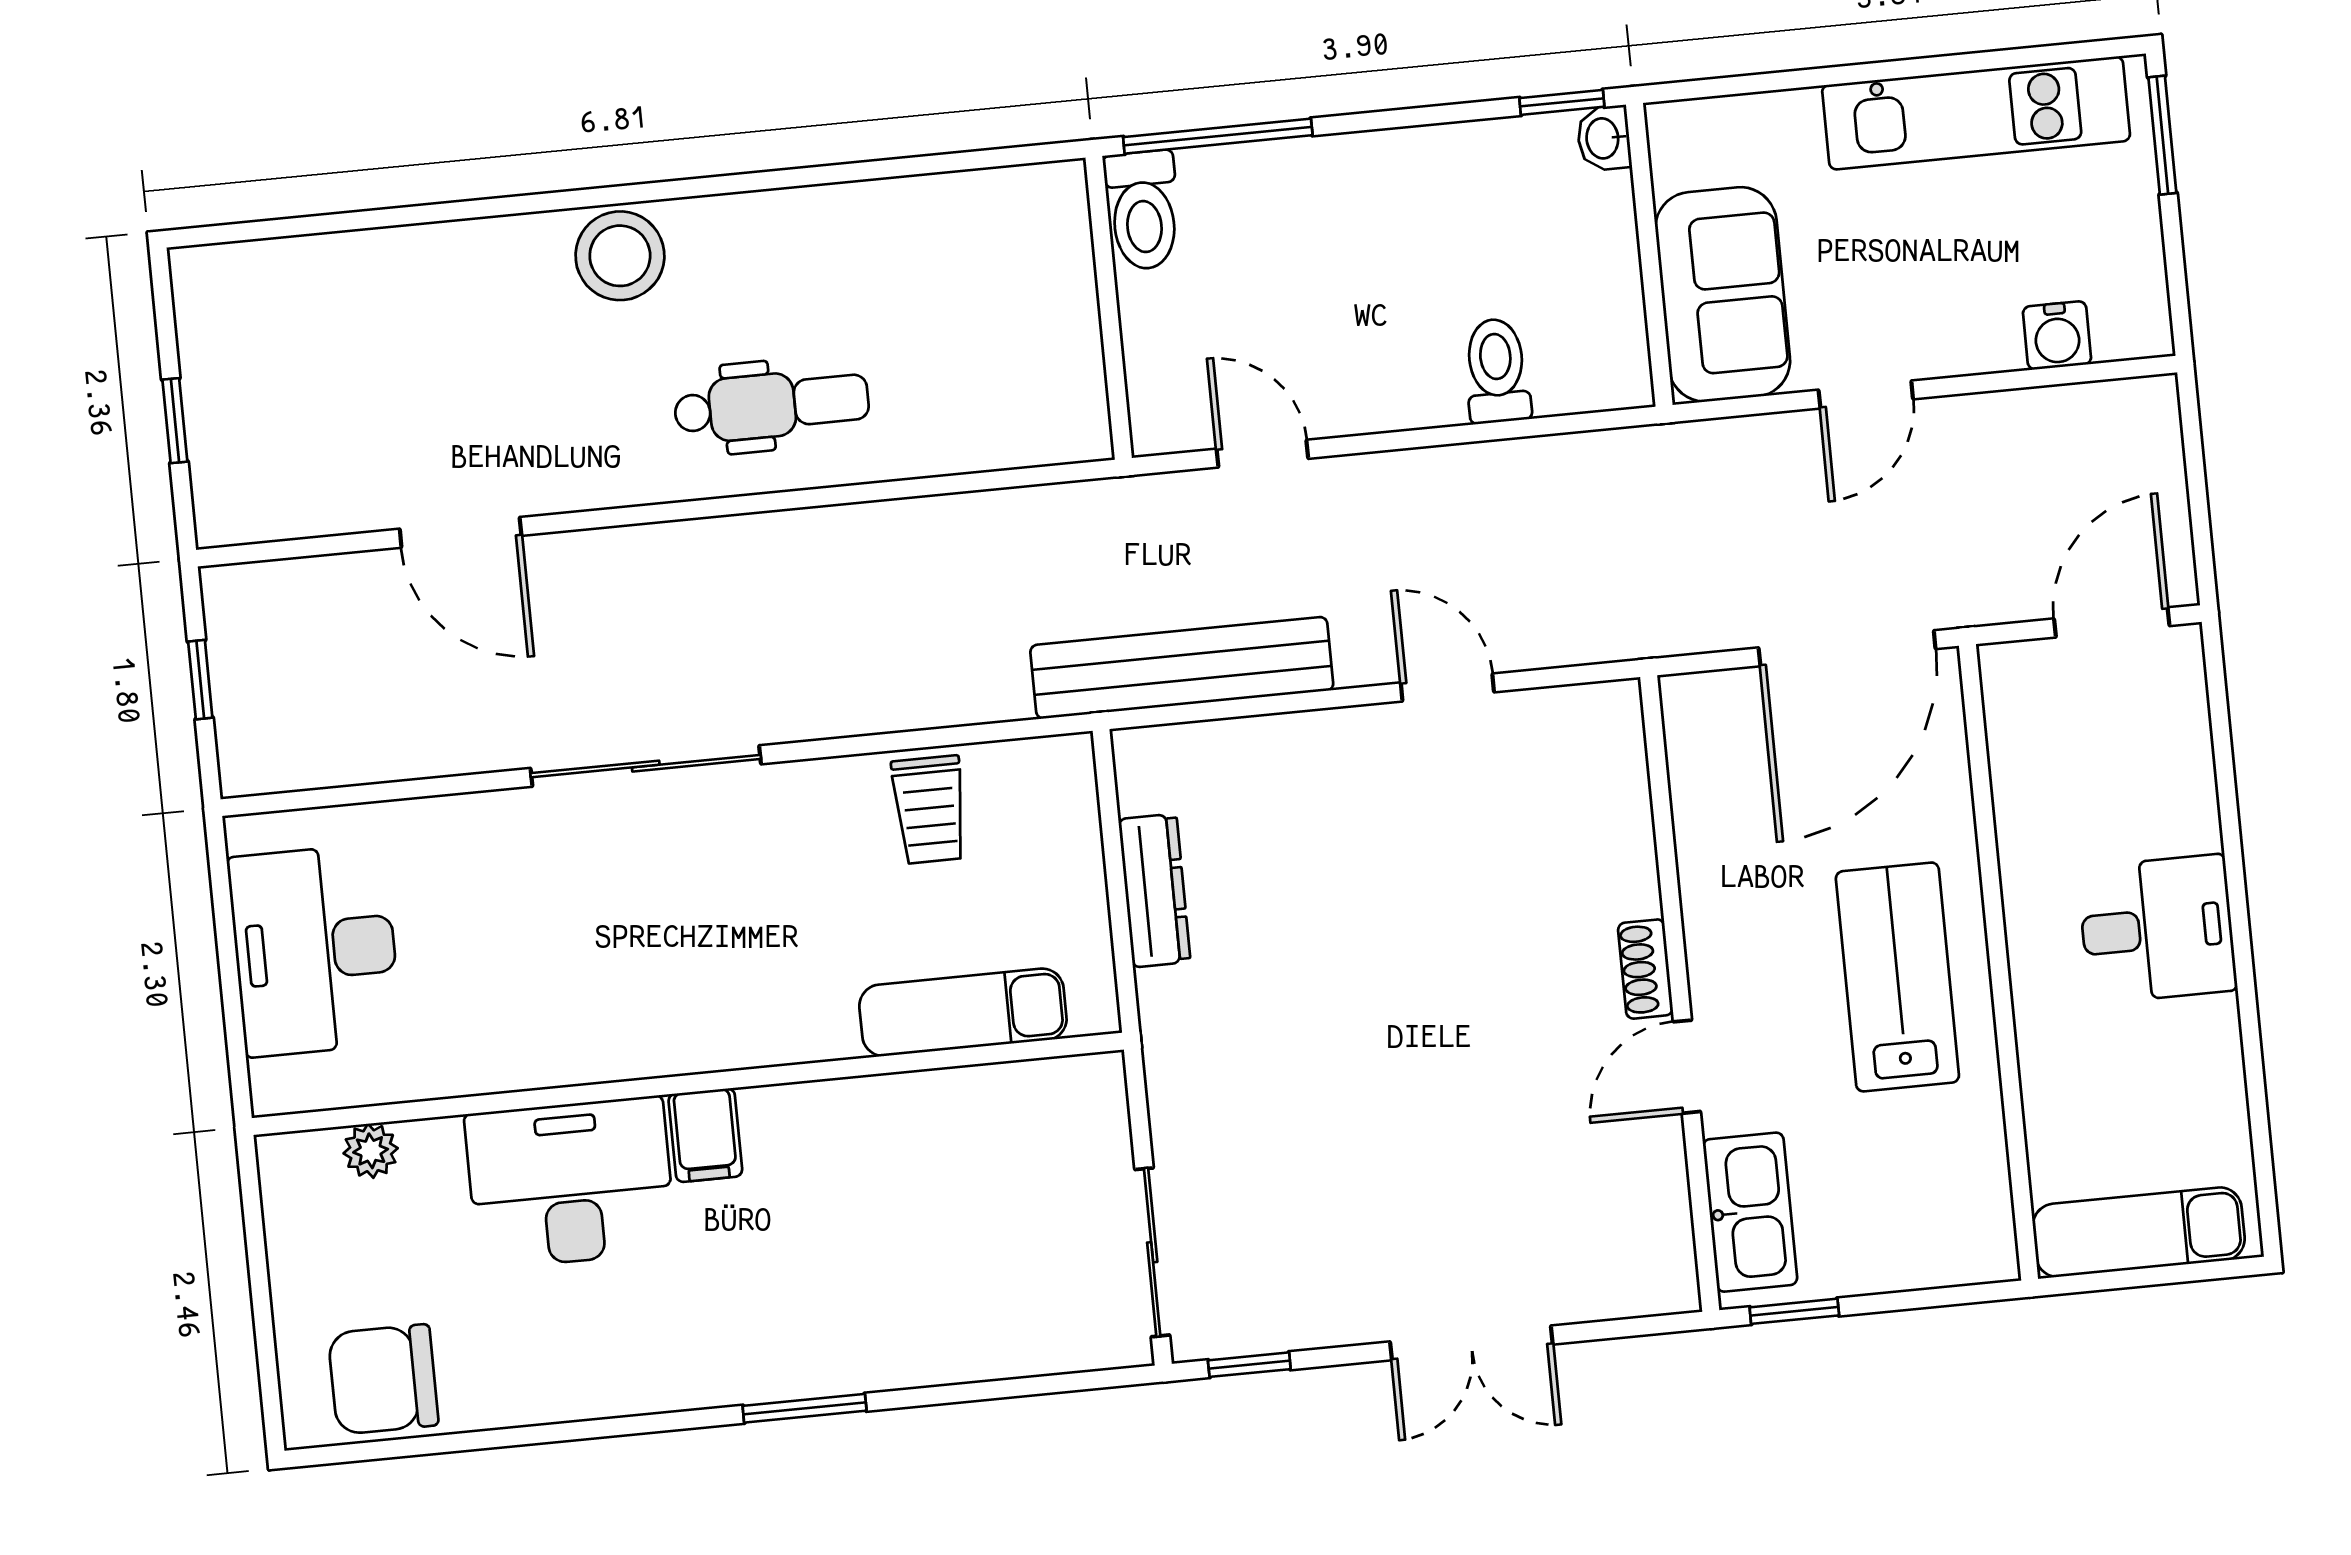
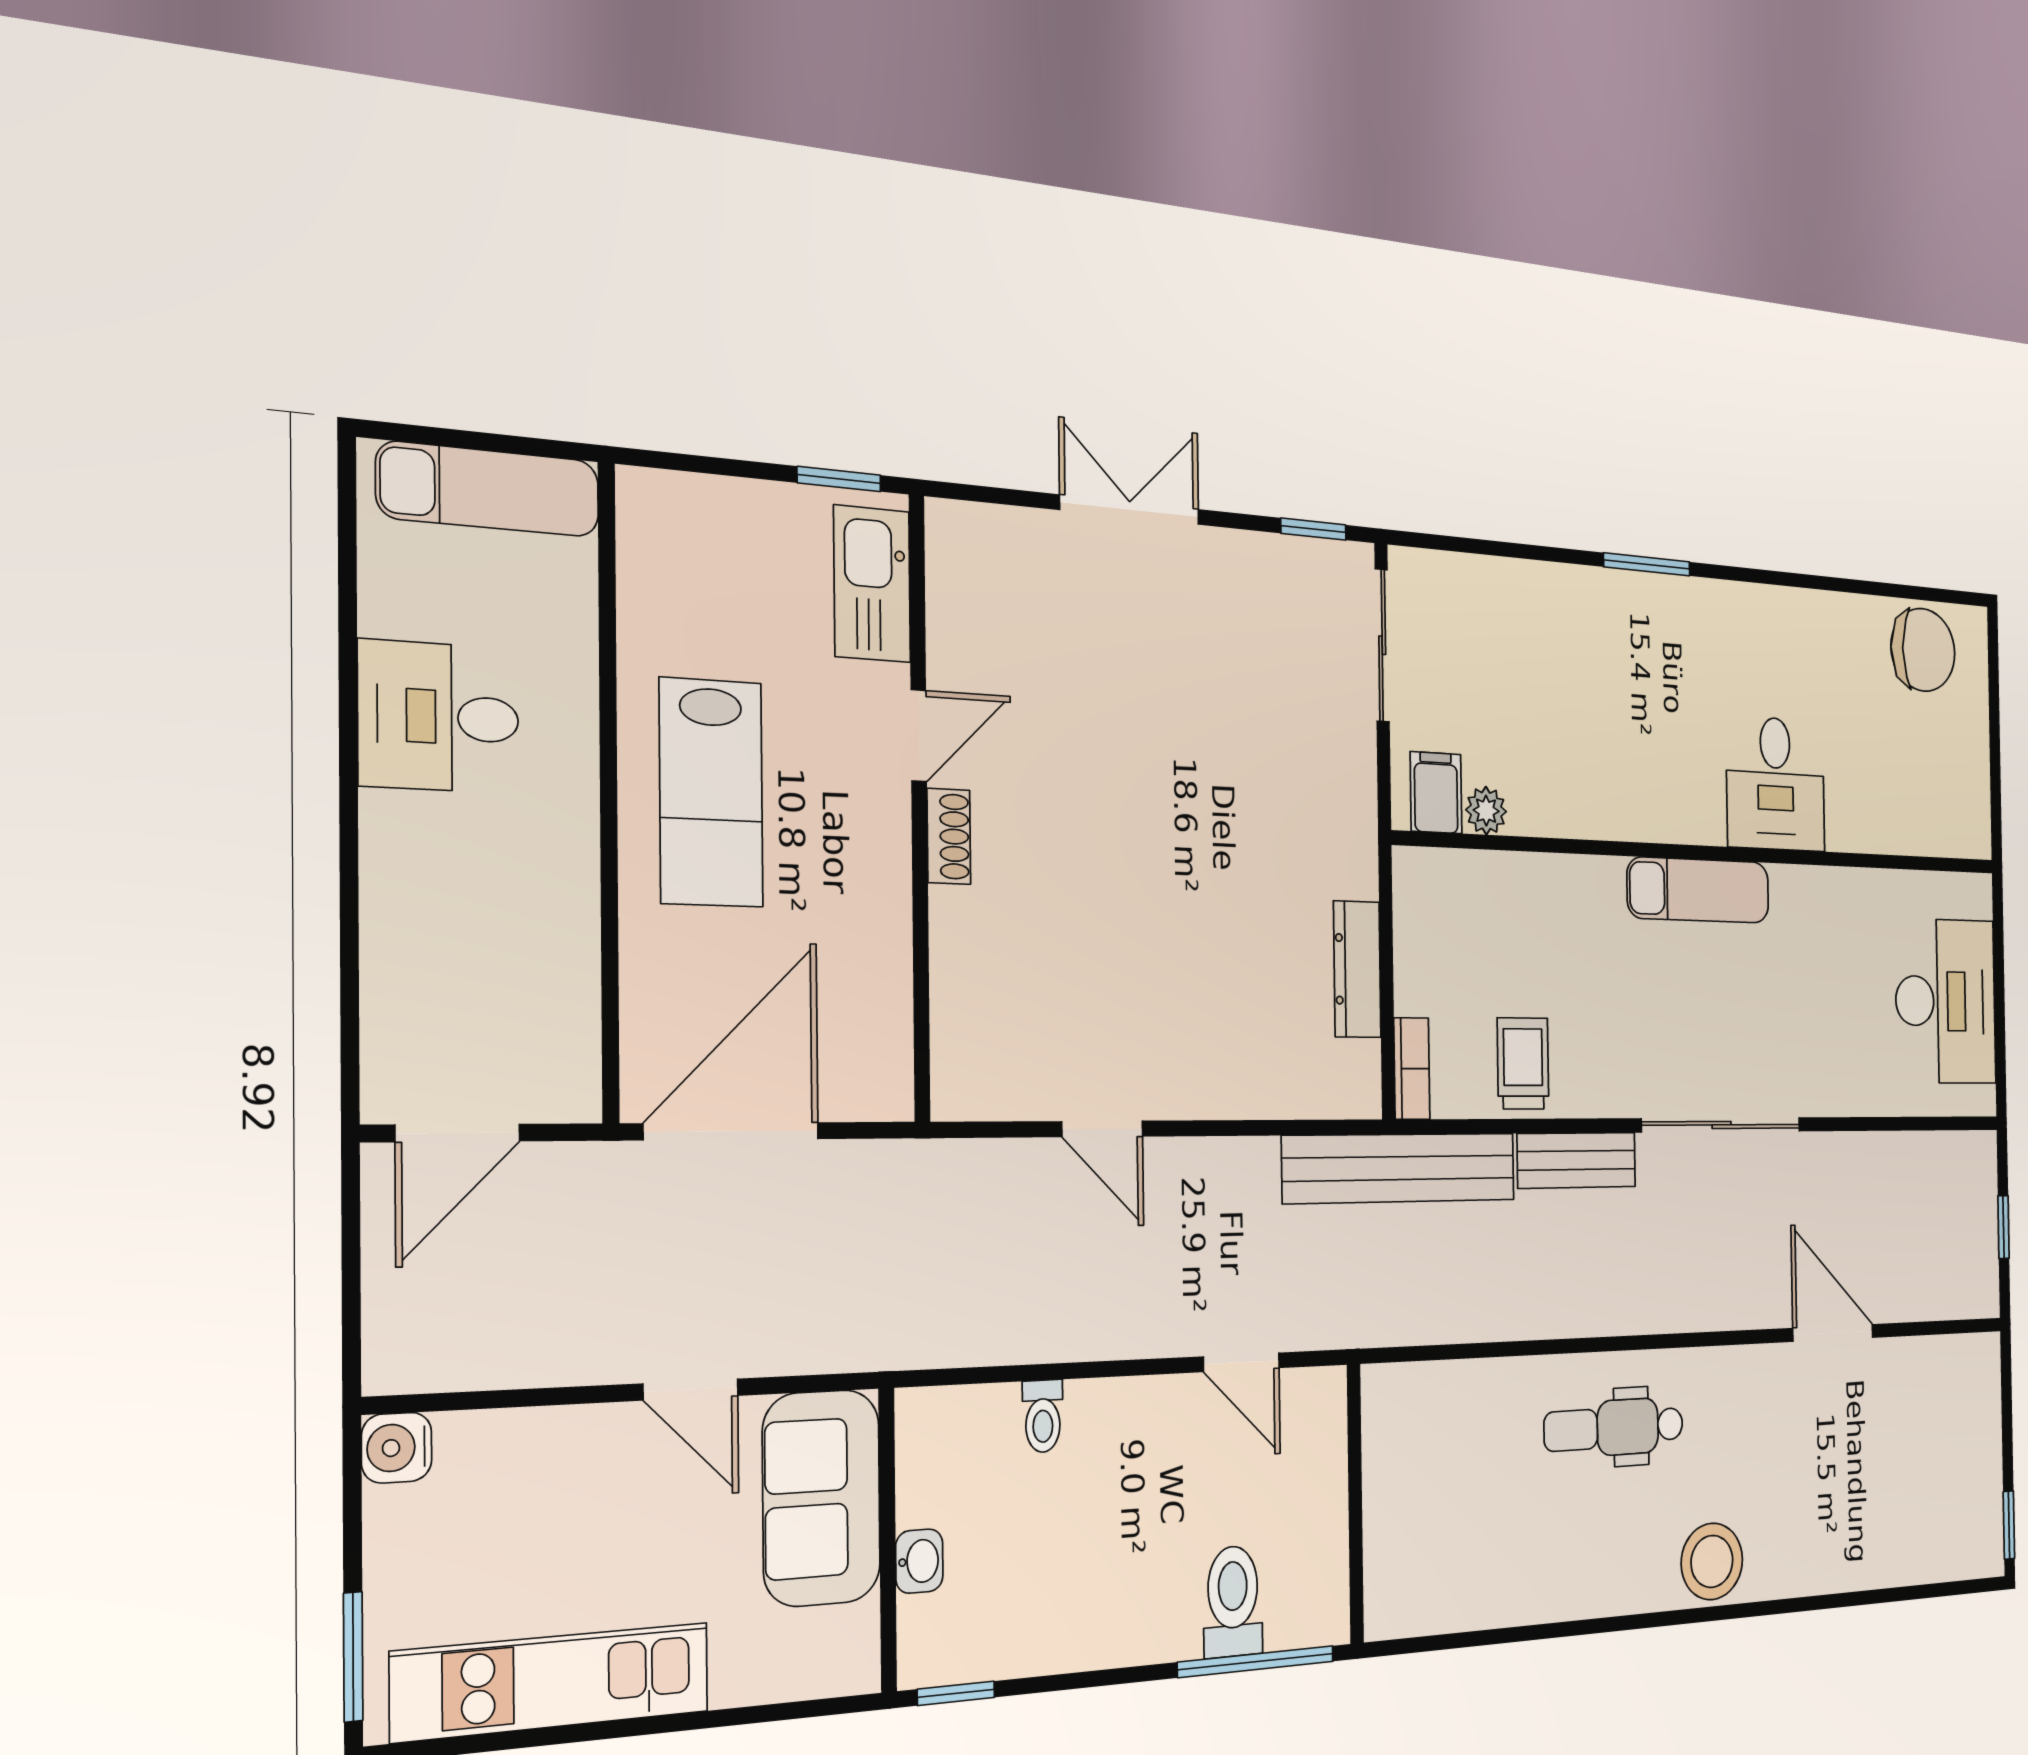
washbasin: (1604, 138) -> (919, 1561), moved
toilet: (1143, 210) -> (1233, 1601), moved
water cooler: (2057, 335) -> (397, 1448), moved, turned -90
toilet: (1497, 371) -> (1043, 1416), width x0.73, depth x0.72
door: (1866, 394) -> (691, 1390), swing flipped
window: (175, 421) -> (2009, 1525), moved
bench: (1182, 668) -> (1400, 1168), moved
bench: (848, 707) -> (1577, 1160), added
bookcase: (1076, 789) -> (1412, 1069), added
desk: (2157, 929) -> (439, 717), moved
exam couch: (963, 1012) -> (1698, 890), moved
filing cabinet: (705, 1135) -> (1436, 793), moved
plant: (371, 1151) -> (1486, 811), moved
desk: (571, 1183) -> (1776, 784), width x0.73

